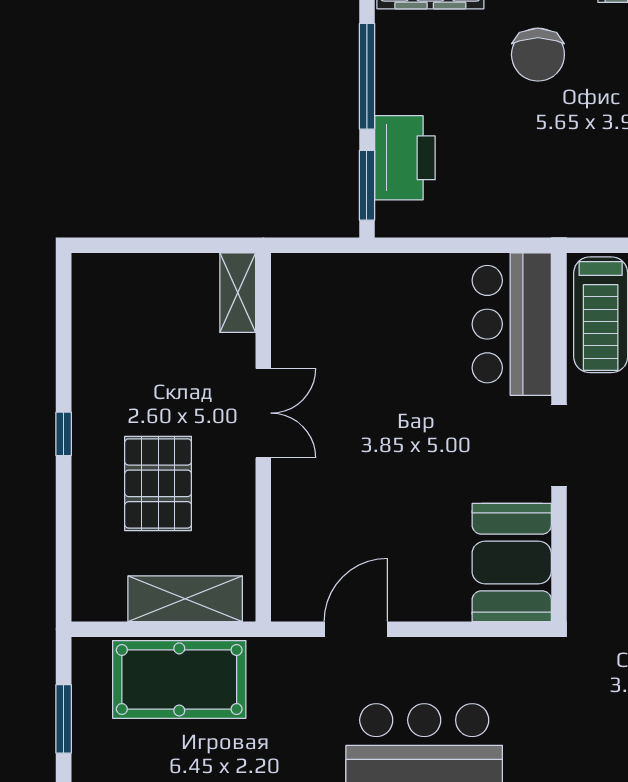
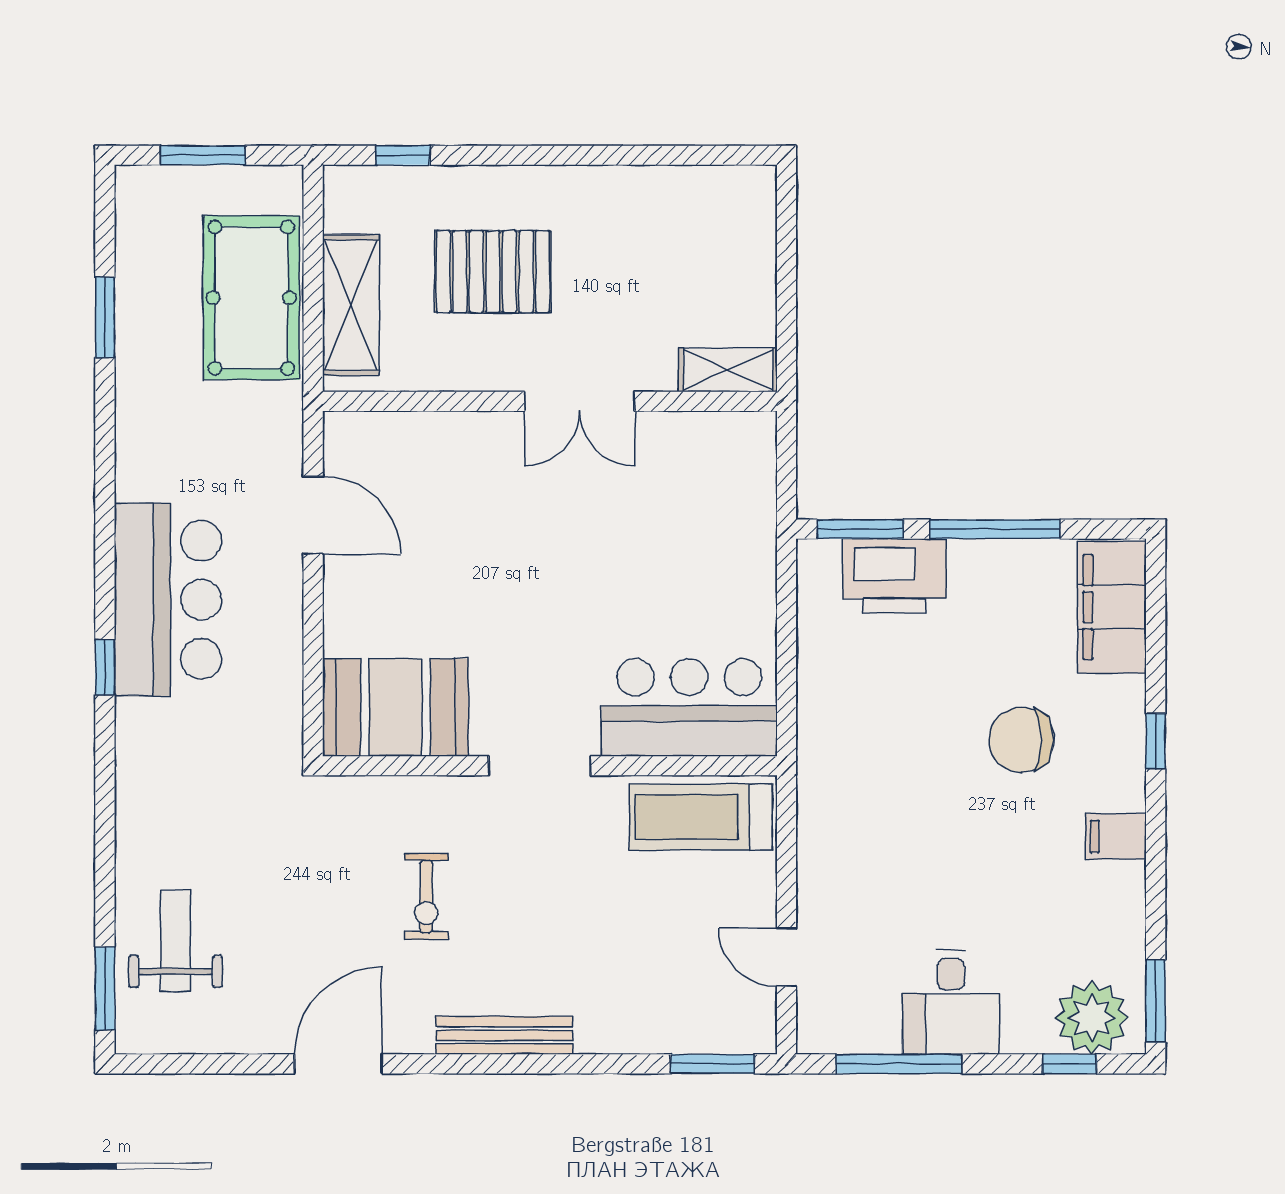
window: (64, 434) -> (403, 155), moved

